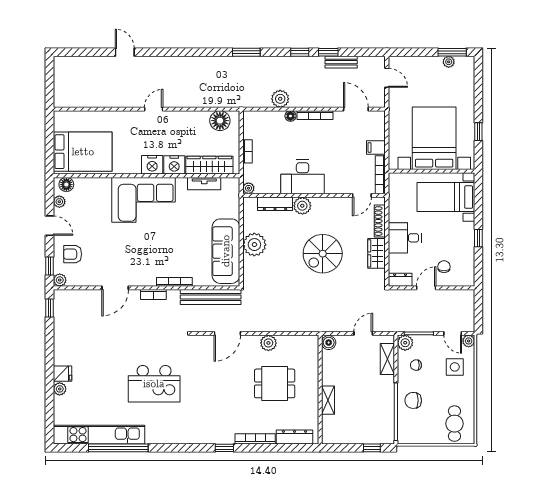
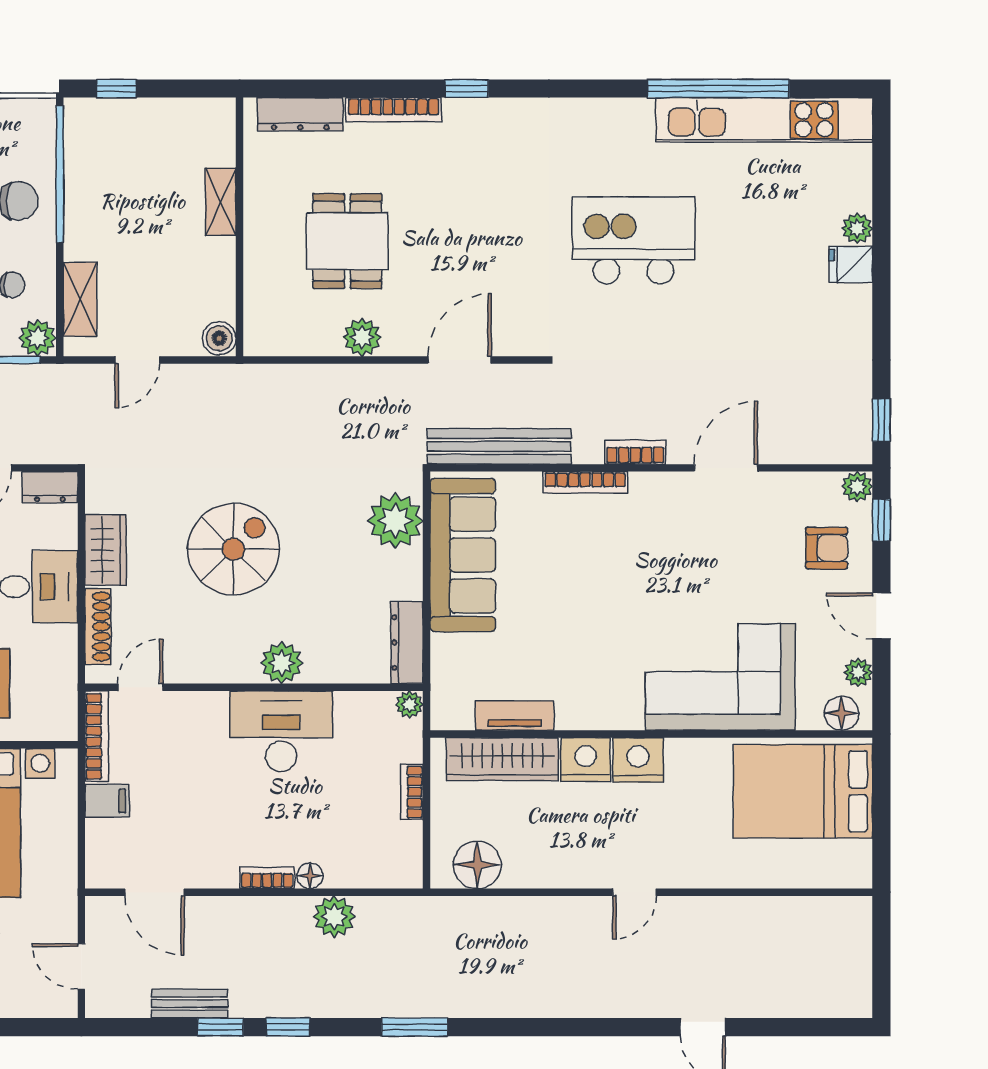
bookcase: (315, 115) -> (267, 878), width x0.64
corner sofa: (144, 200) -> (720, 677), moved
dresser: (275, 204) -> (407, 643), moved, turned -90
plant: (254, 245) -> (395, 521), moved
dining table: (275, 383) -> (347, 241), turned 90

